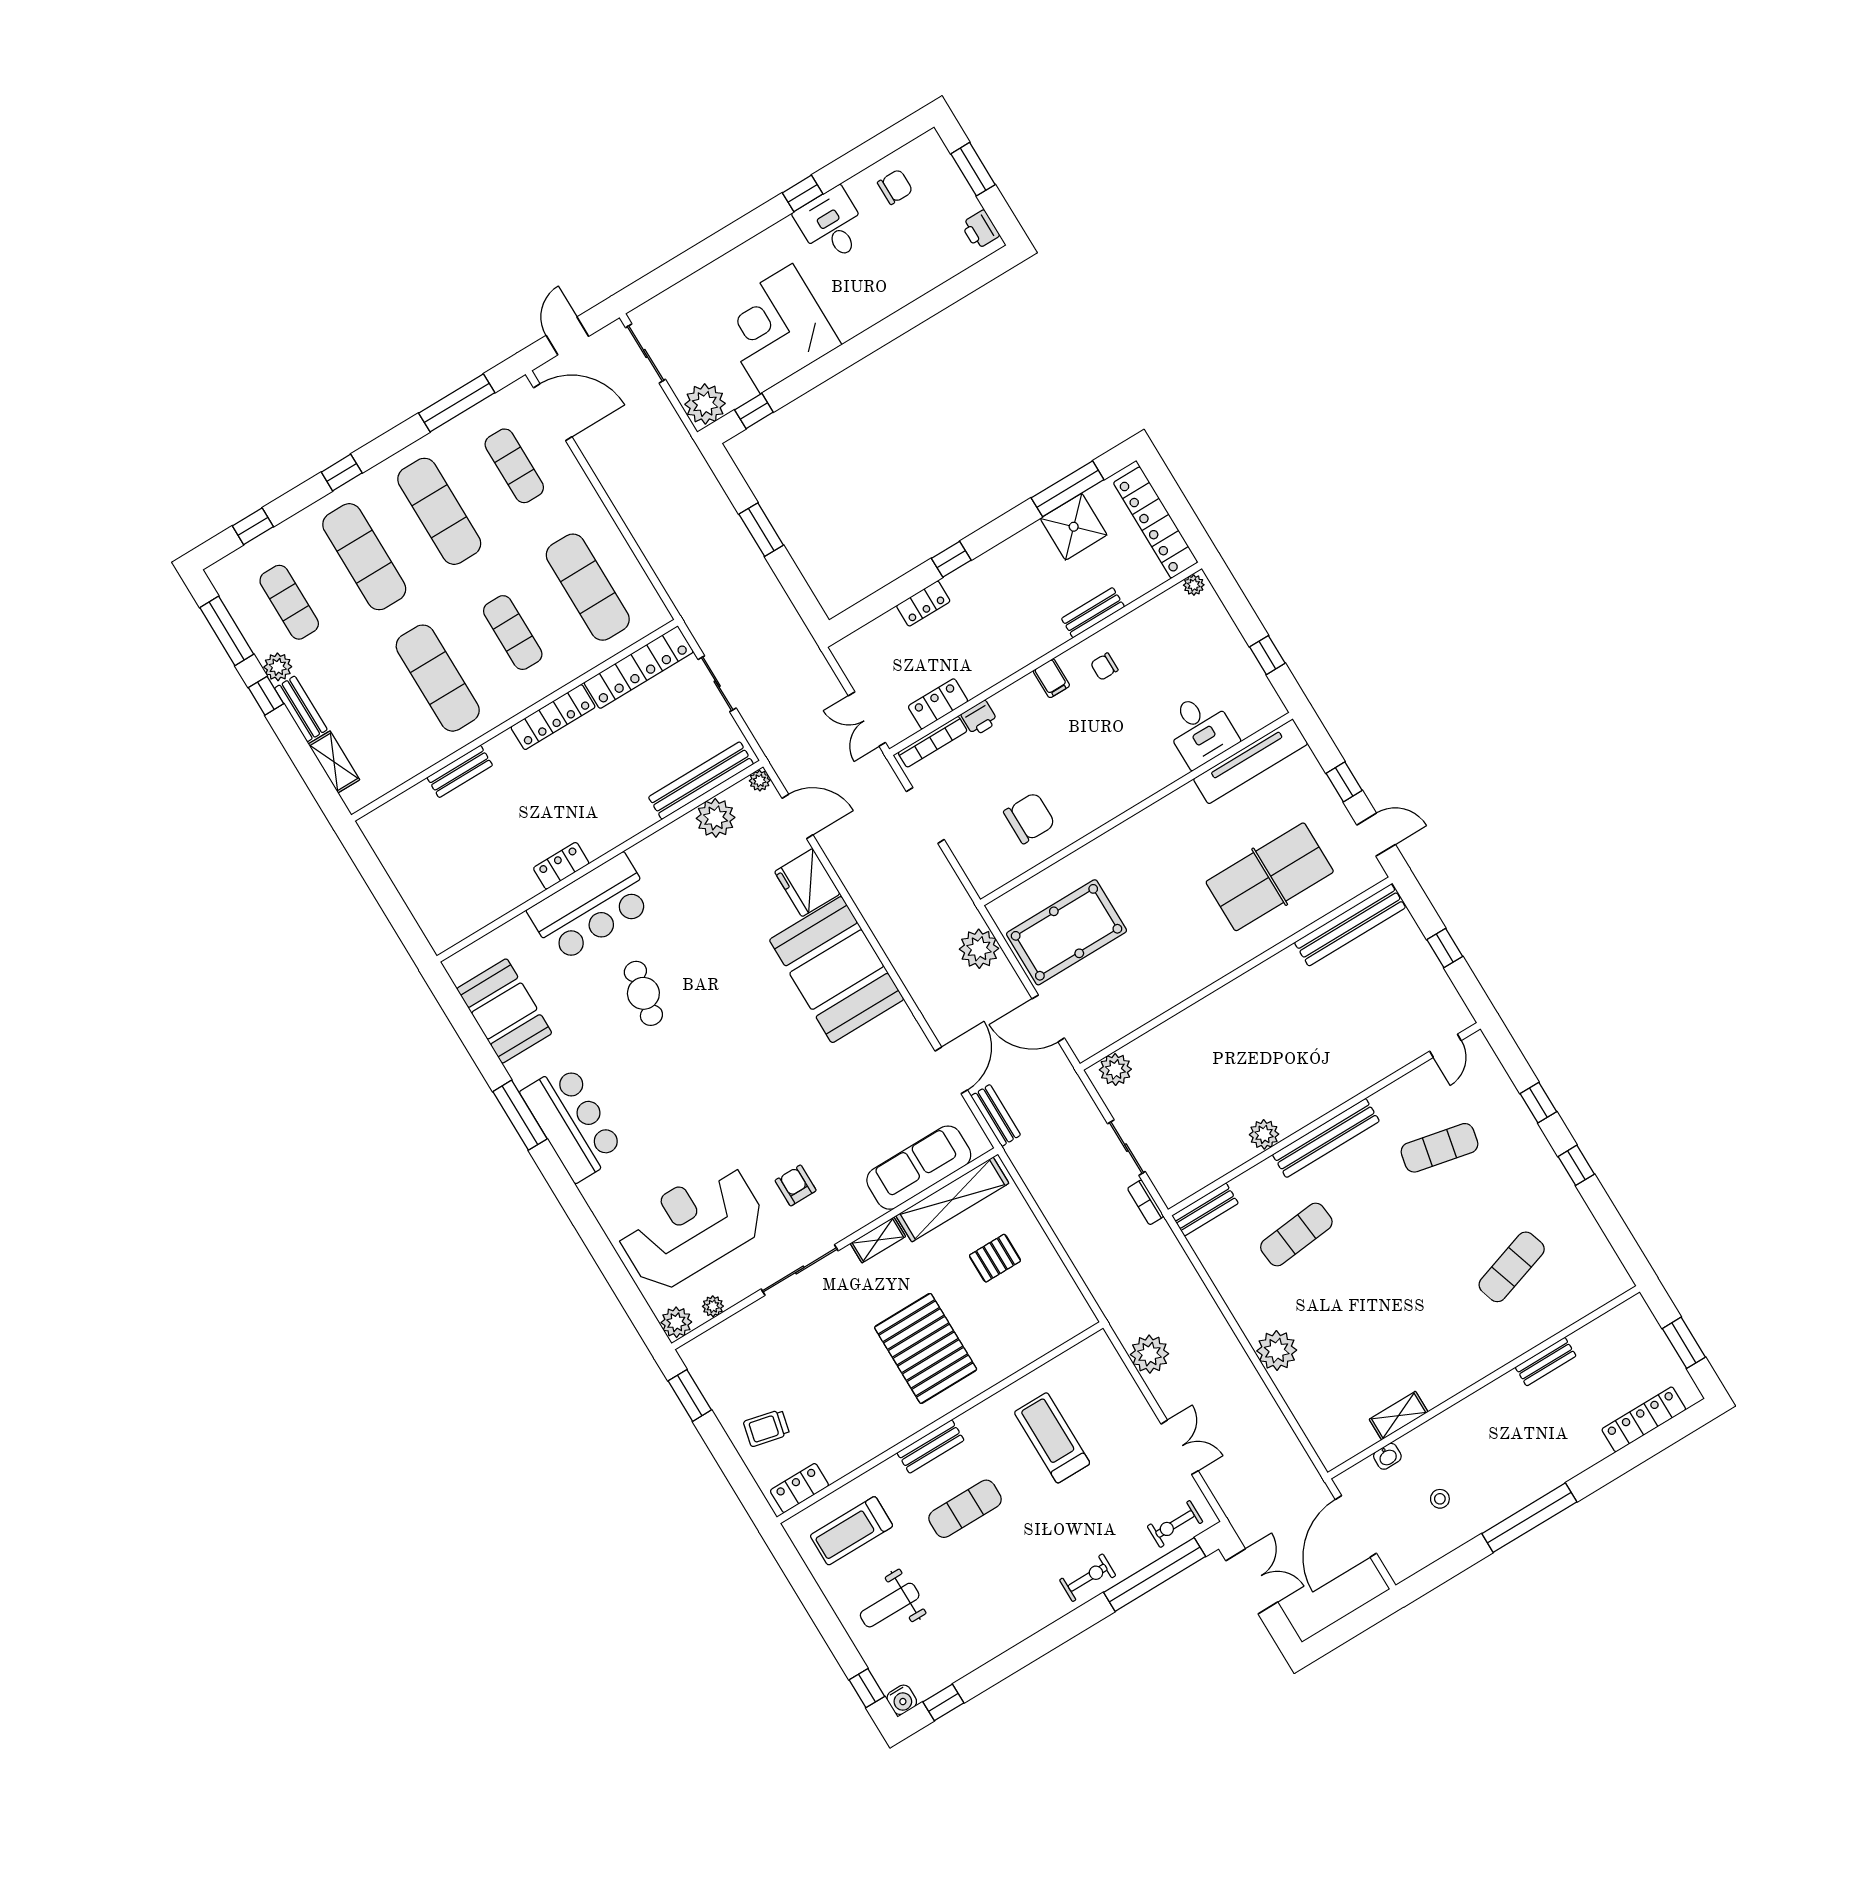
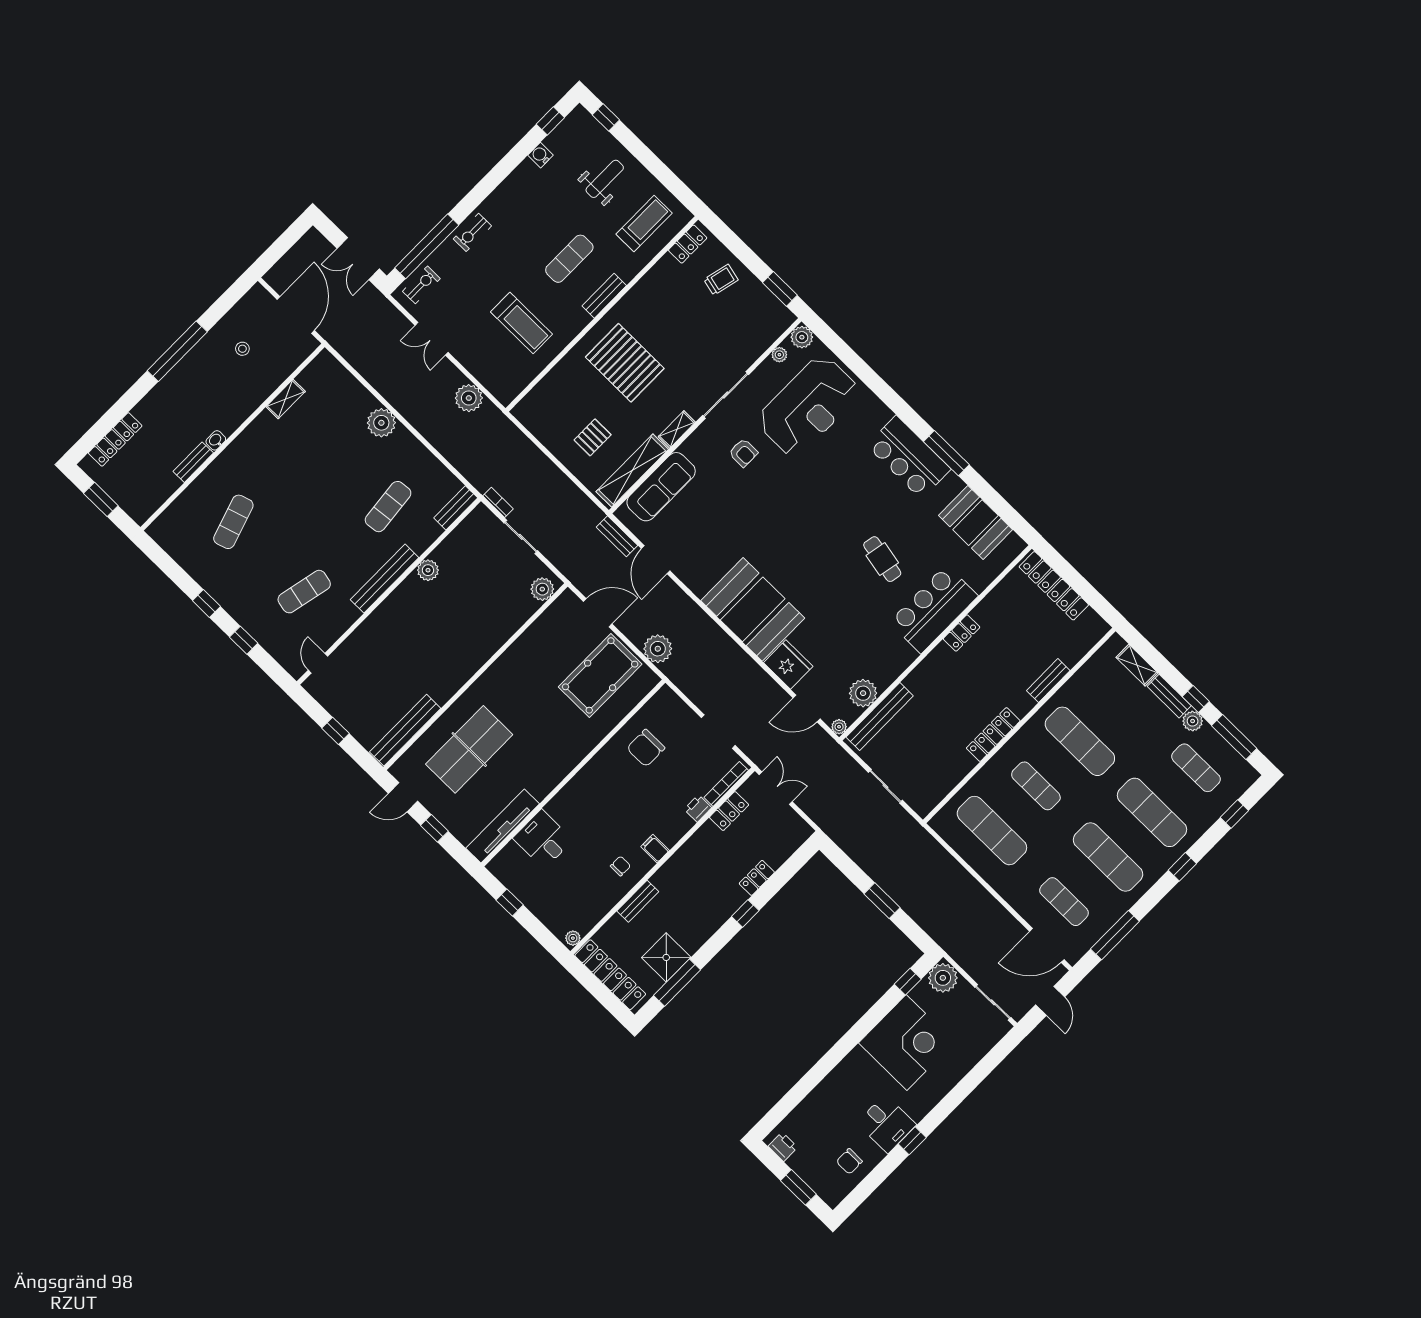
locker: (639, 667) -> (1054, 586), moved, turned -90
washbasin: (1387, 1456) -> (216, 440), moved
water cooler: (902, 1700) -> (540, 155), moved

